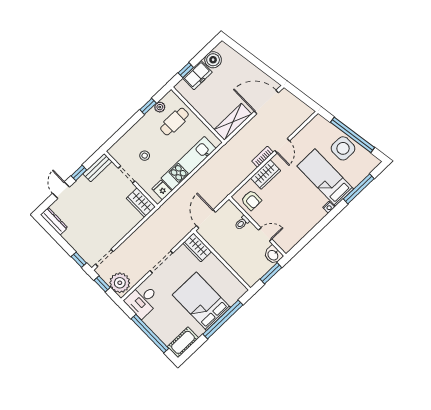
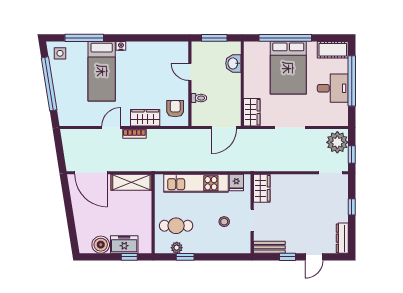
side table: (343, 148) -> (60, 53), moved, width x0.54, depth x0.54
washbasin: (273, 255) -> (233, 63), moved, turned 180
window: (79, 260) -> (352, 207), moved
desk: (143, 300) -> (333, 88), moved

